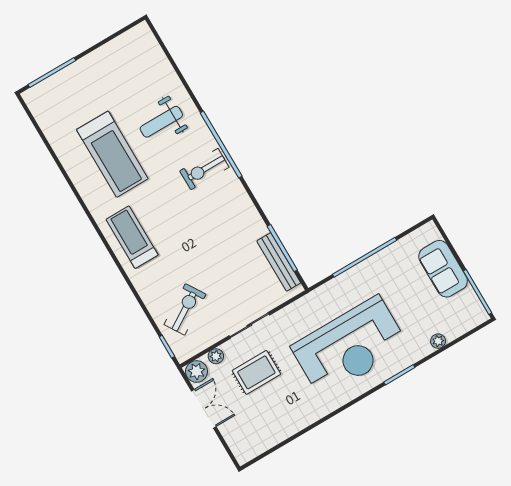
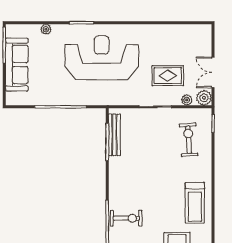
sofa: (443, 269) -> (17, 65), width x1.36
exercise bike: (185, 309) -> (189, 140), turned 118

